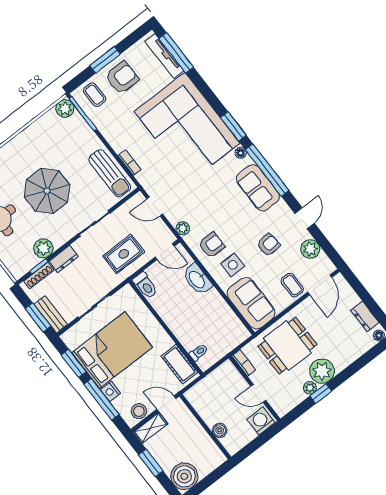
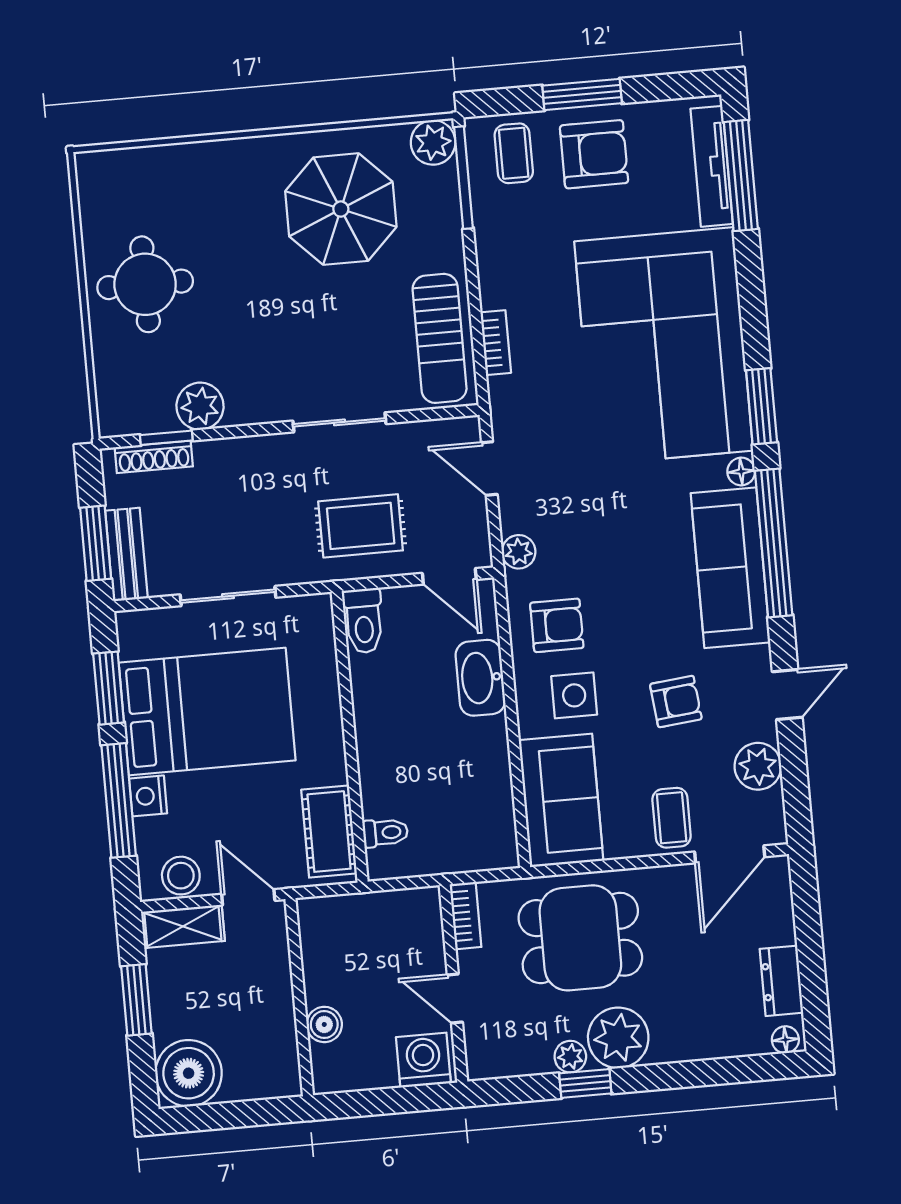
sofa: (258, 188) -> (730, 568), width x1.36
parasol: (47, 191) -> (341, 209), moved
dresser: (64, 259) -> (228, 456), removed

